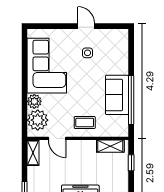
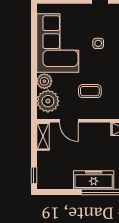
side table: (87, 53) -> (98, 43), moved
coffee table: (85, 122) -> (90, 91), moved

